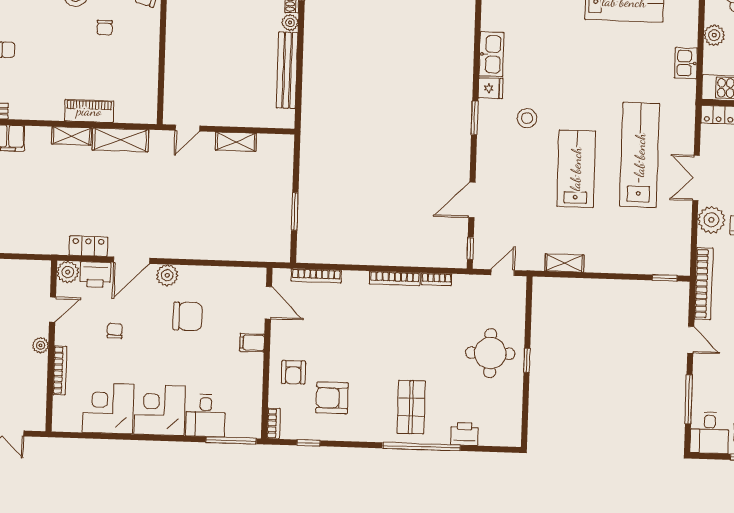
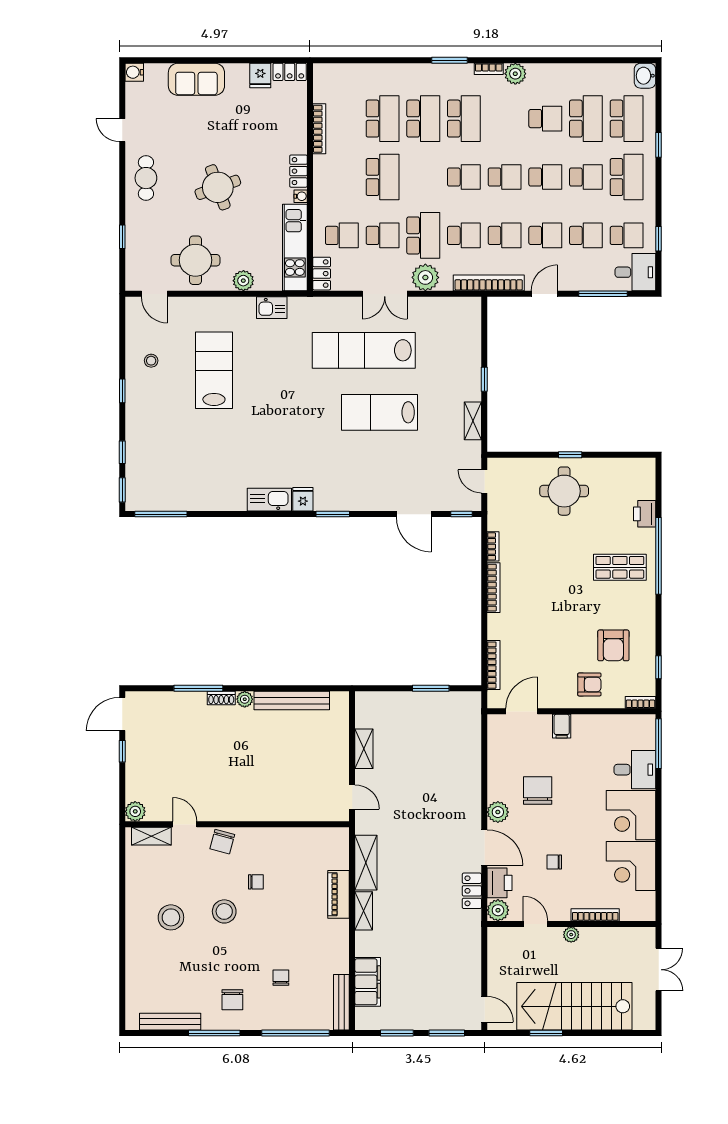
stool: (527, 118) -> (331, 462), removed
window: (665, 278) -> (484, 379), moved

